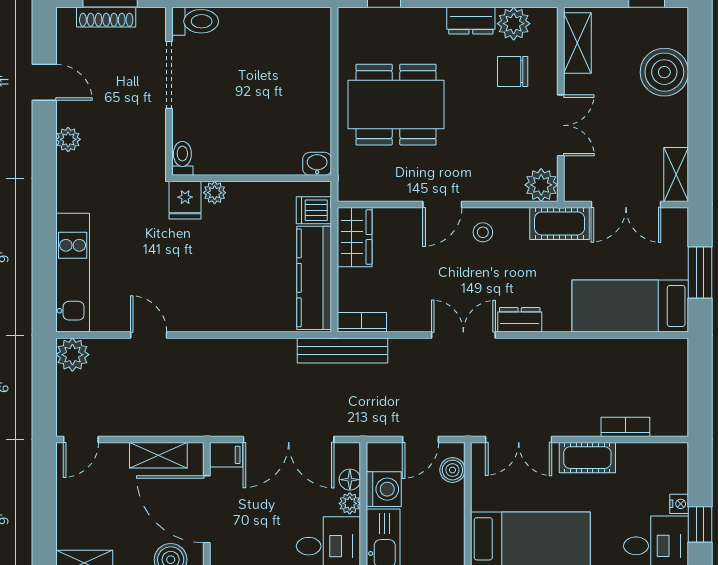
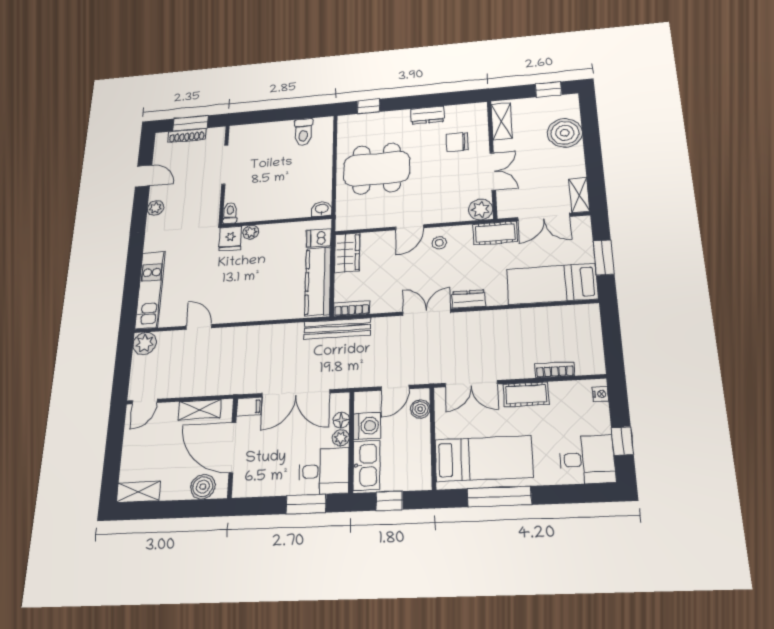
toilet: (195, 21) -> (303, 132), moved, turned 90
plant: (514, 24) -> (457, 114), removed
nightstand: (679, 504) -> (600, 394), moved

